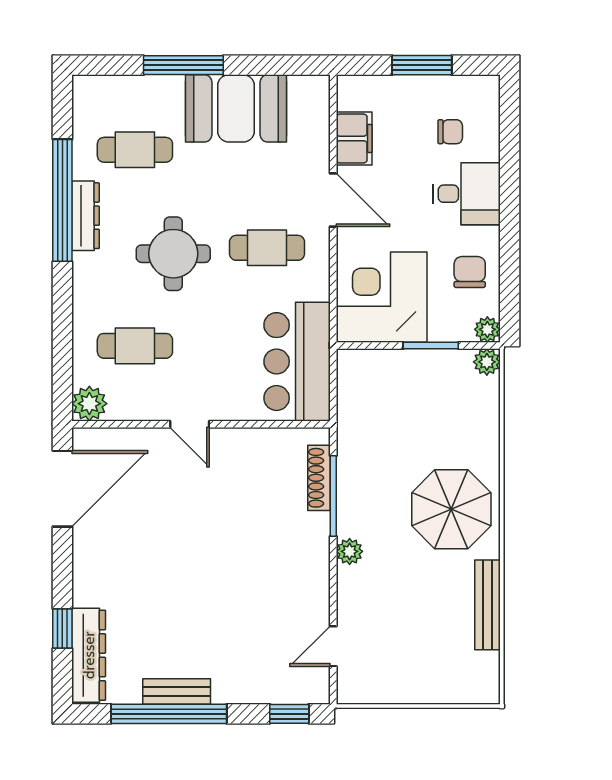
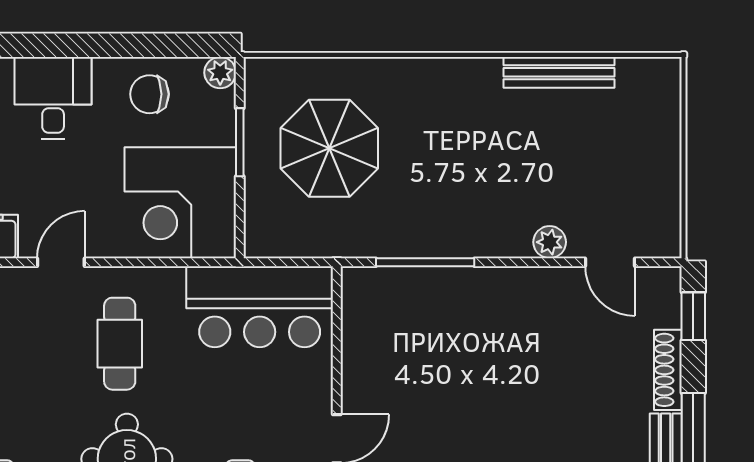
door: (333, 200) -> (61, 262), width x0.73
plant: (487, 362) -> (260, 73), removed
shoe rack: (319, 478) -> (668, 370), moved, turned 90
parasol: (451, 509) -> (329, 148), moved
plant: (350, 551) -> (550, 242), moved

